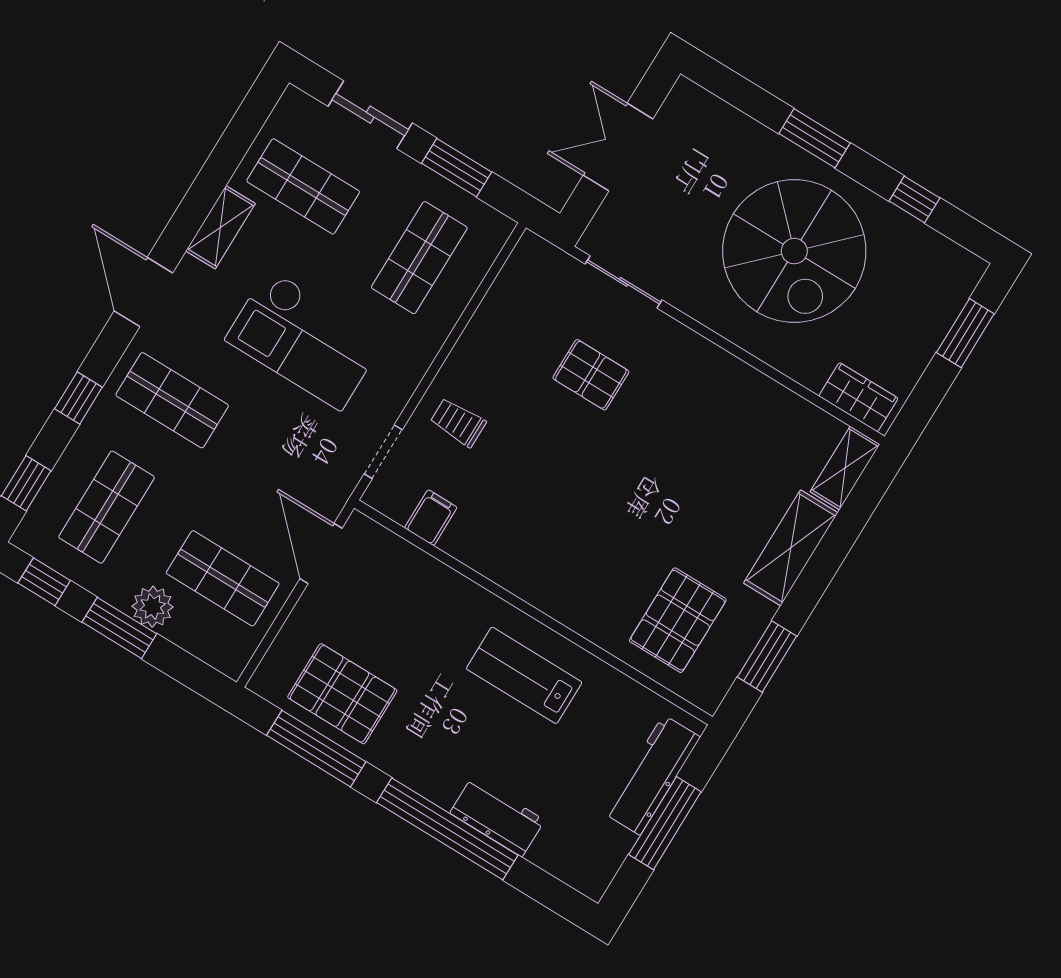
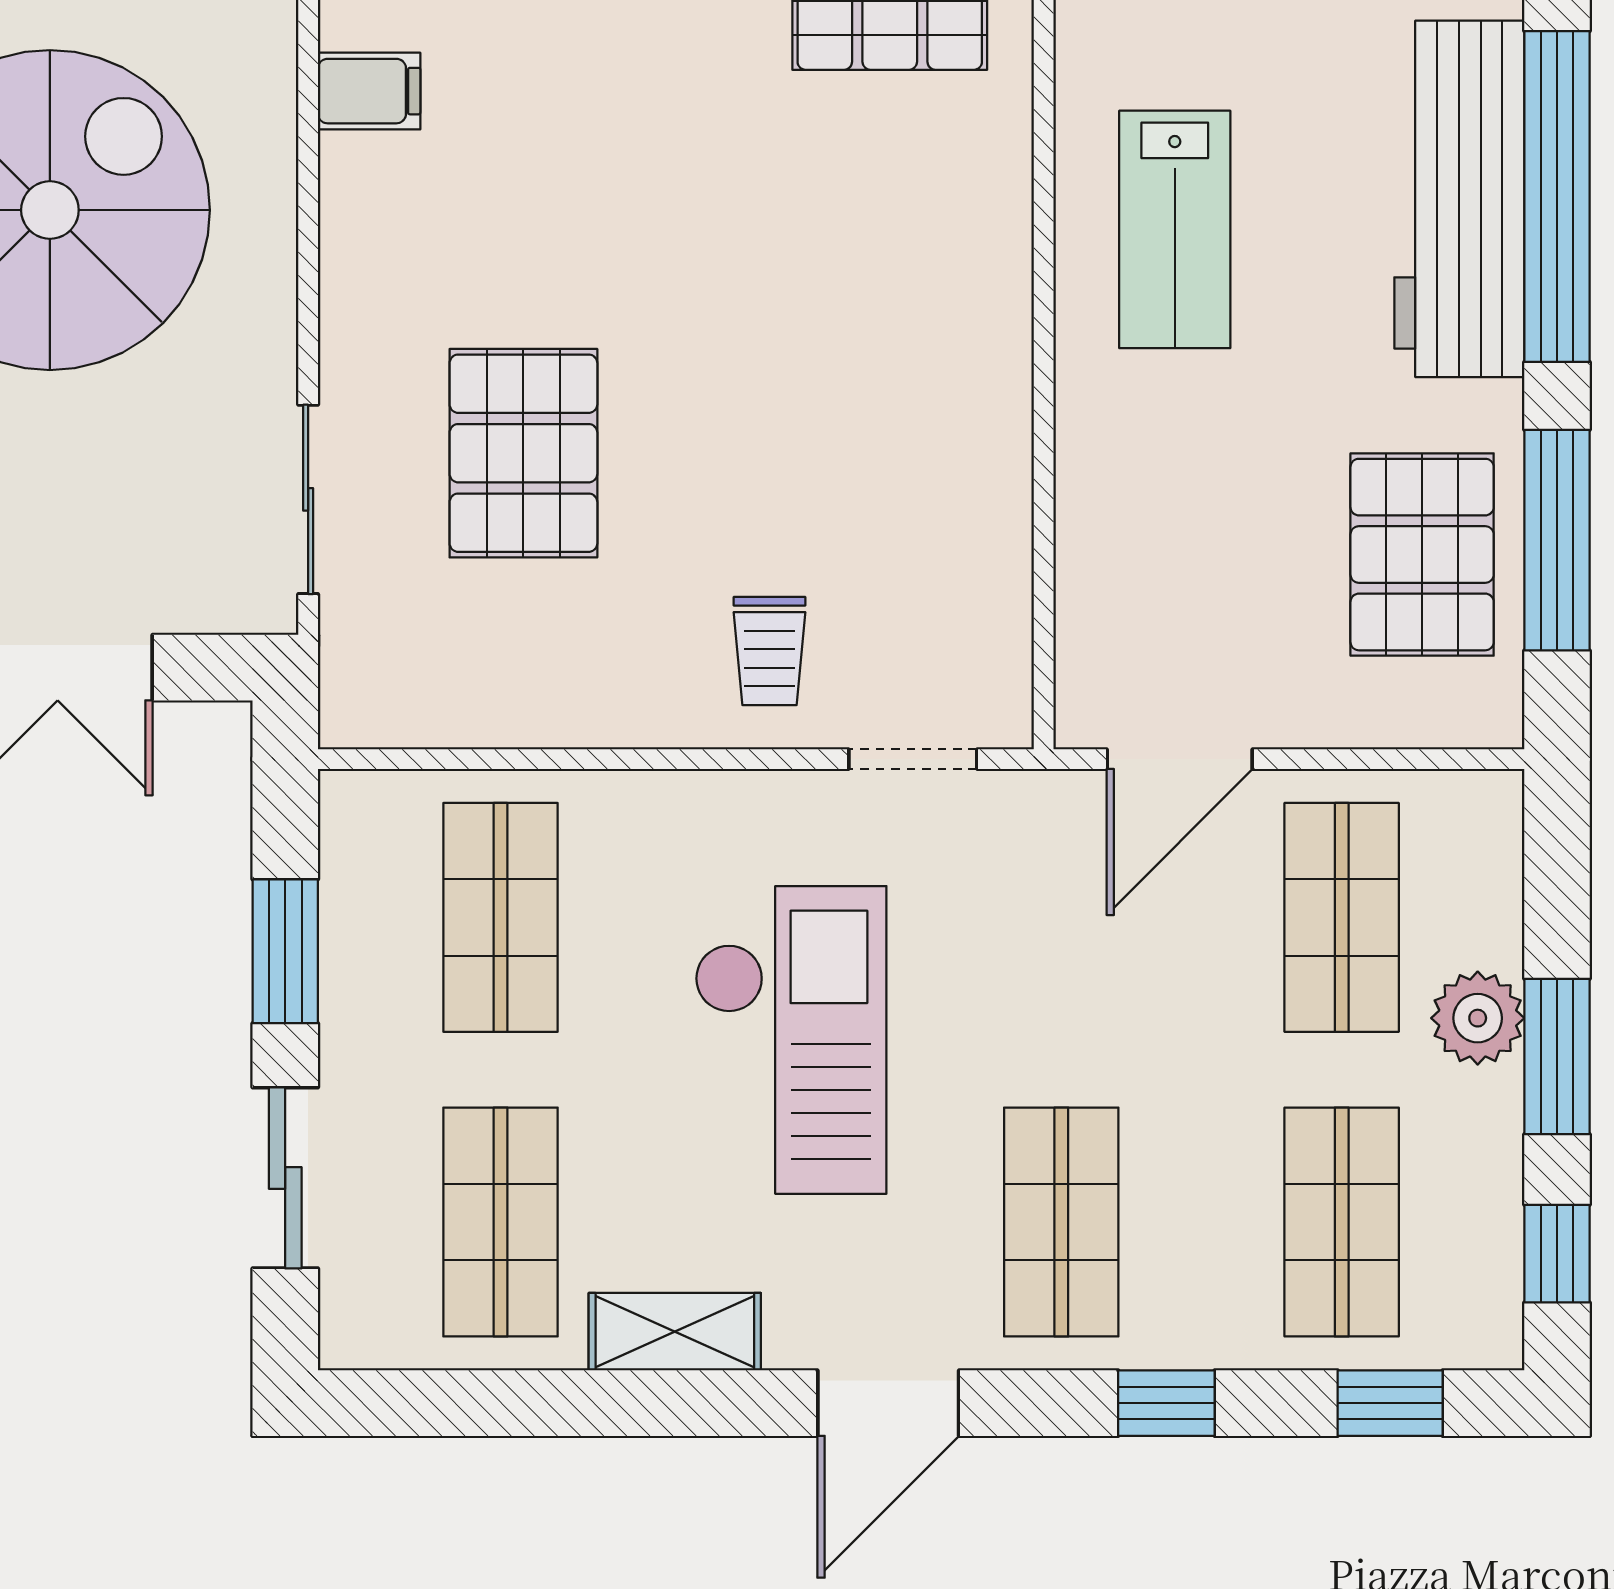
shop shelf: (419, 258) -> (501, 917), turned 90
pallet: (591, 375) -> (523, 453), width x1.50, depth x1.42
shop shelf: (107, 507) -> (1342, 1222), turned 90
filing cabinet: (431, 518) -> (369, 91), moved, turned 180
workbench: (497, 817) -> (1459, 199), width x1.88, depth x1.32

